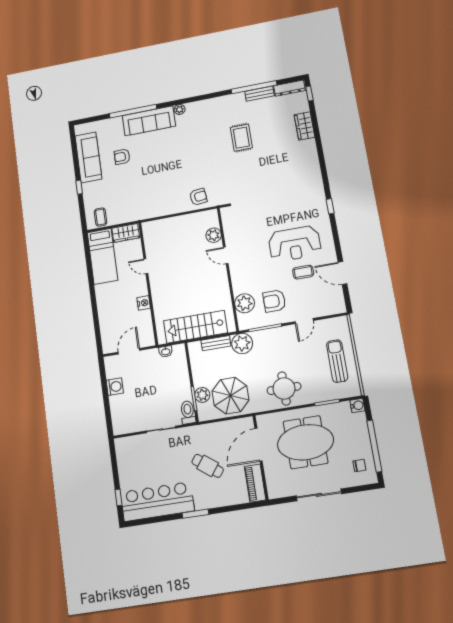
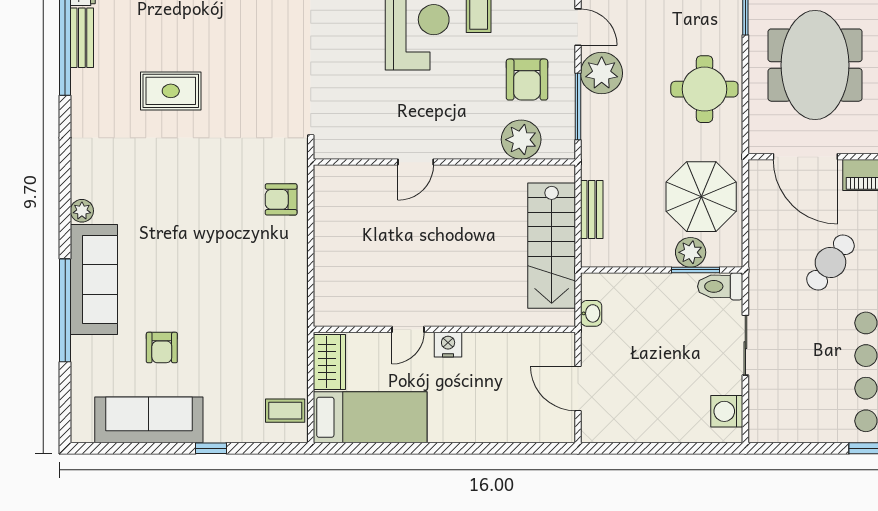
armchair: (198, 197) -> (281, 199), turned -84
plant: (214, 235) -> (369, 180), removed
nightstand: (144, 303) -> (448, 345), moved
plant: (242, 344) -> (602, 73), moved
washing machine: (115, 387) -> (727, 411), moved, turned -90

